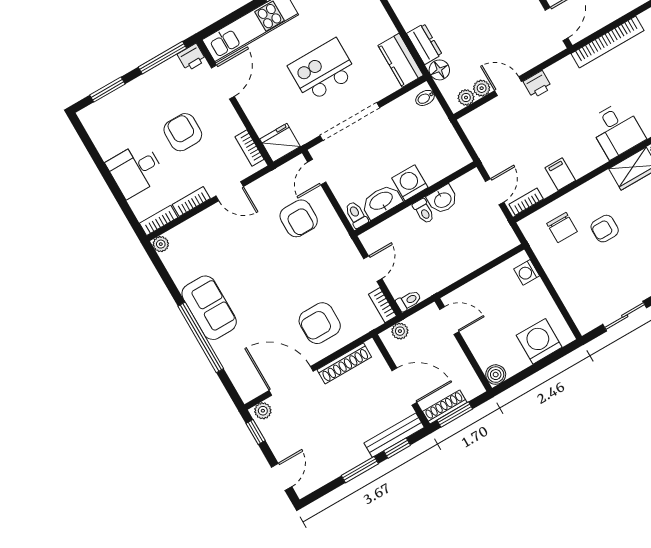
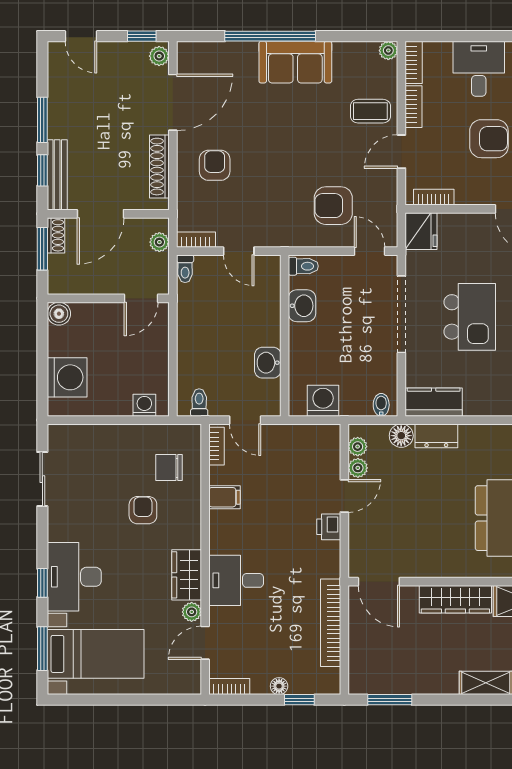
washing machine: (410, 183) -> (323, 401), moved, turned -90
washbasin: (381, 201) -> (302, 306), width x0.72
toilet: (424, 211) -> (199, 403), moved, turned 90
coffee table: (213, 231) -> (370, 111), added
armchair: (320, 323) -> (215, 165), width x0.72, depth x0.72
shoe rack: (445, 407) -> (56, 235), width x0.70

